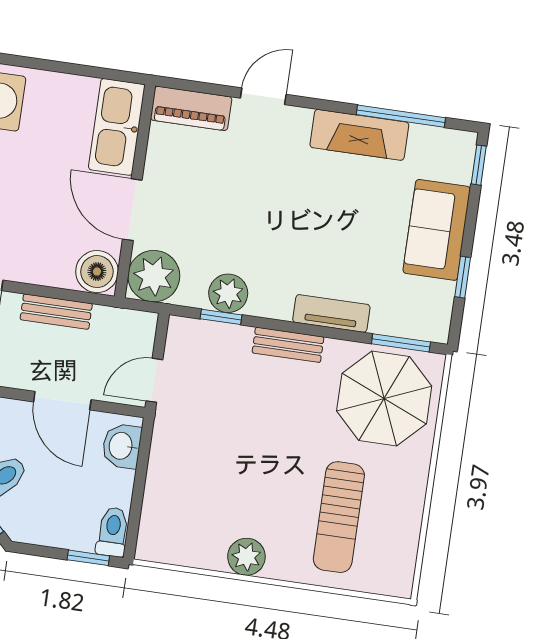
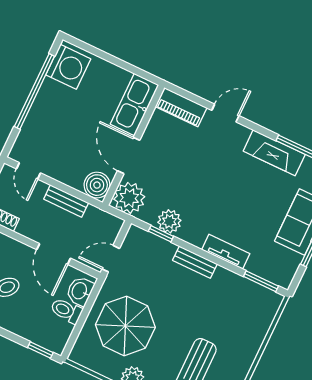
parasol: (384, 399) -> (125, 326), moved
toilet: (113, 532) -> (66, 311), moved, turned -90

